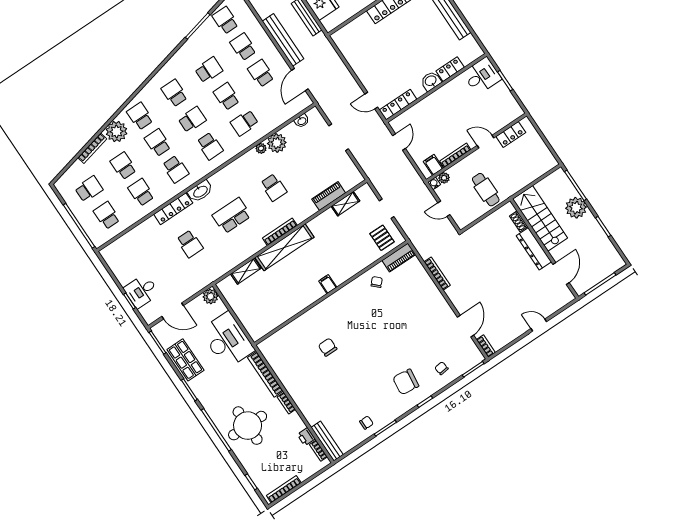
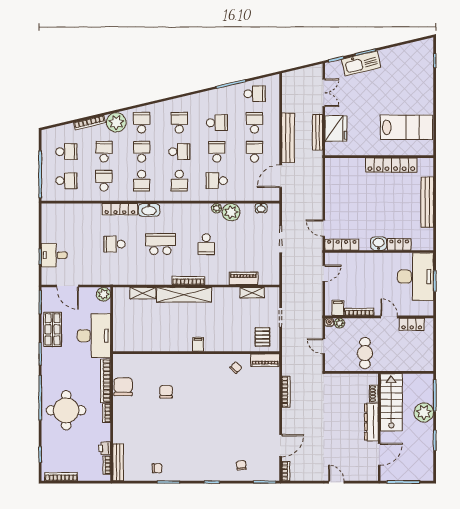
school desk: (225, 20) -> (254, 94), turned 90
desk: (482, 76) -> (416, 277), width x1.87, depth x1.30
school desk: (107, 215) -> (66, 181), turned 90
school desk: (190, 244) -> (115, 244), turned 90
chair: (406, 382) -> (123, 387), moved, turned 83

